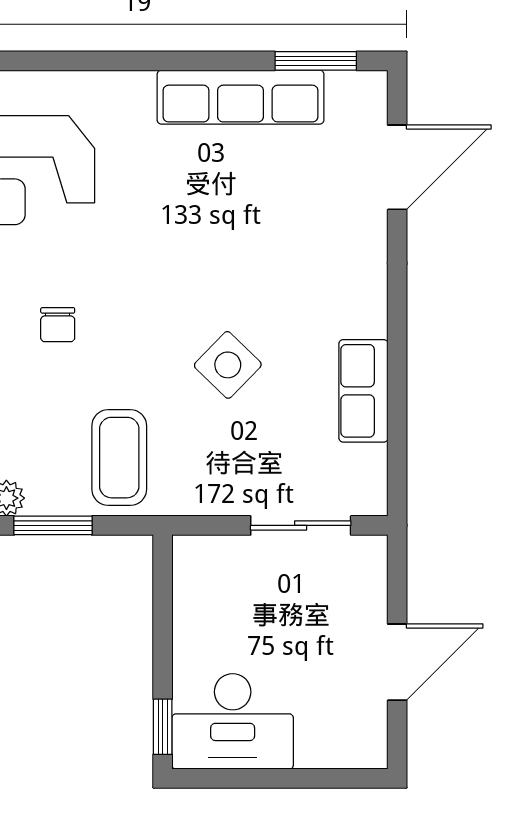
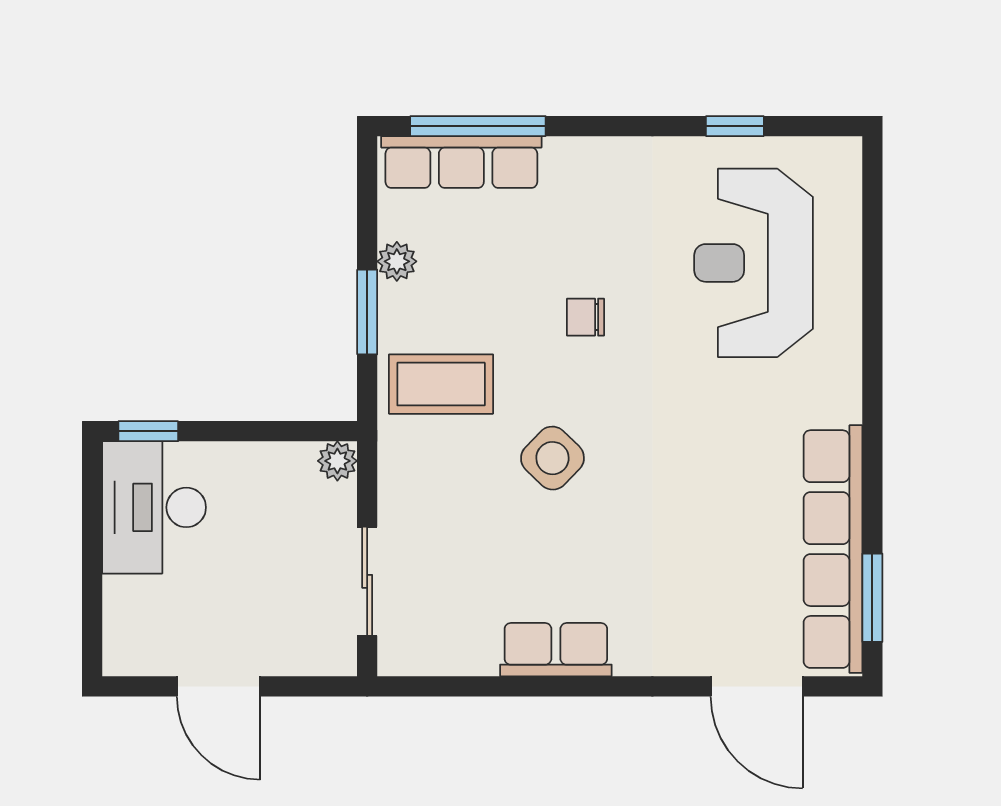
row of seats: (241, 97) -> (833, 549), width x1.36
side table: (228, 365) -> (552, 458), moved
row of seats: (363, 391) -> (556, 650), moved
plant: (190, 553) -> (337, 461), added

